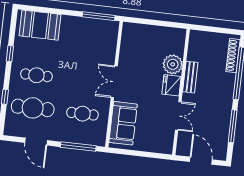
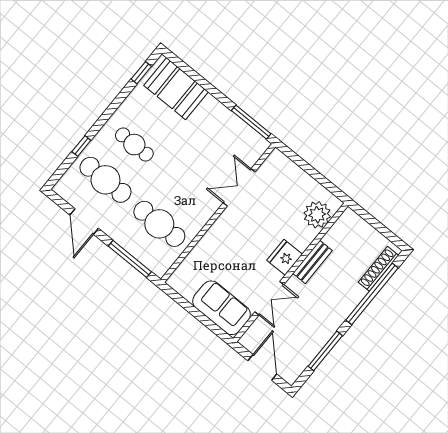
window: (10, 54) -> (141, 73), moved
plant: (173, 64) -> (317, 215), moved
double door: (114, 82) -> (239, 187), moved
cafe table: (82, 114) -> (159, 224), width x1.37, depth x1.35
sofa: (123, 123) -> (222, 308), moved, turned -90

